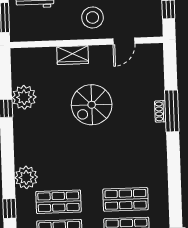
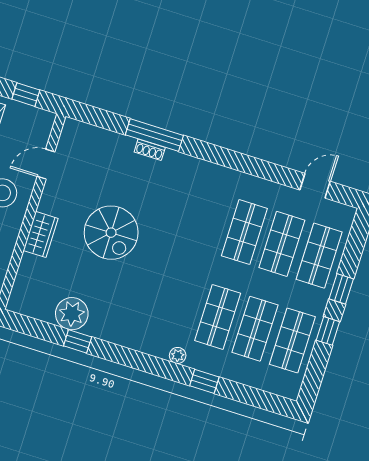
door: (124, 41) -> (46, 164), swing flipped
plant: (26, 177) -> (178, 355), width x0.53, depth x0.53

